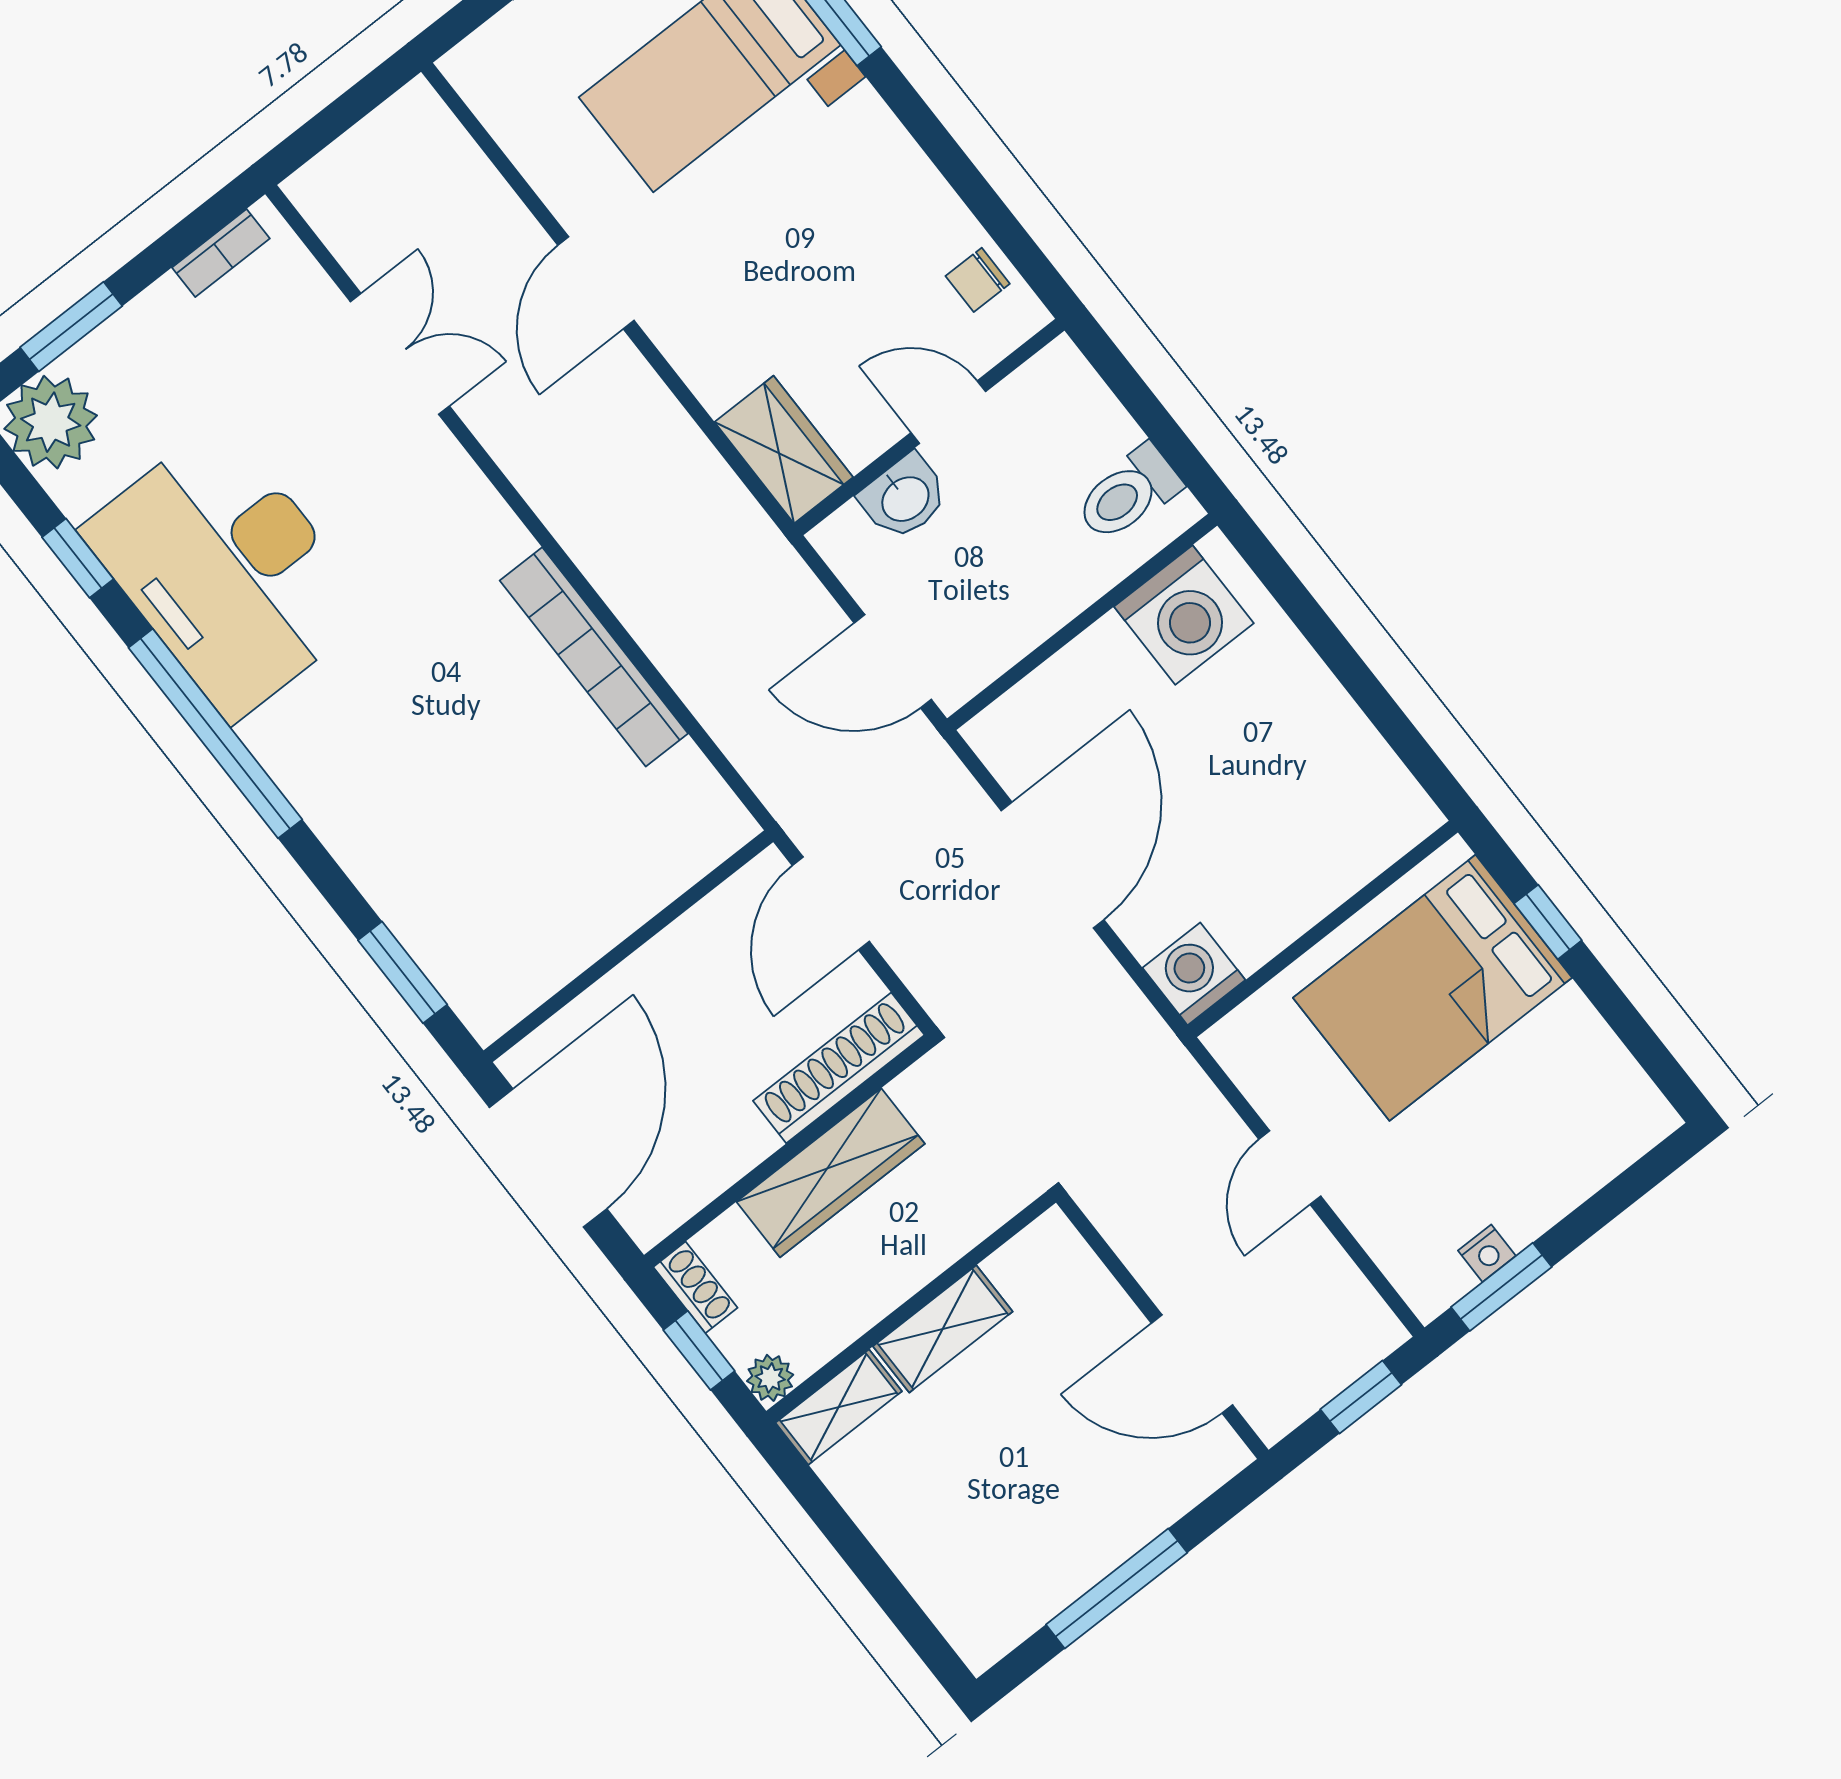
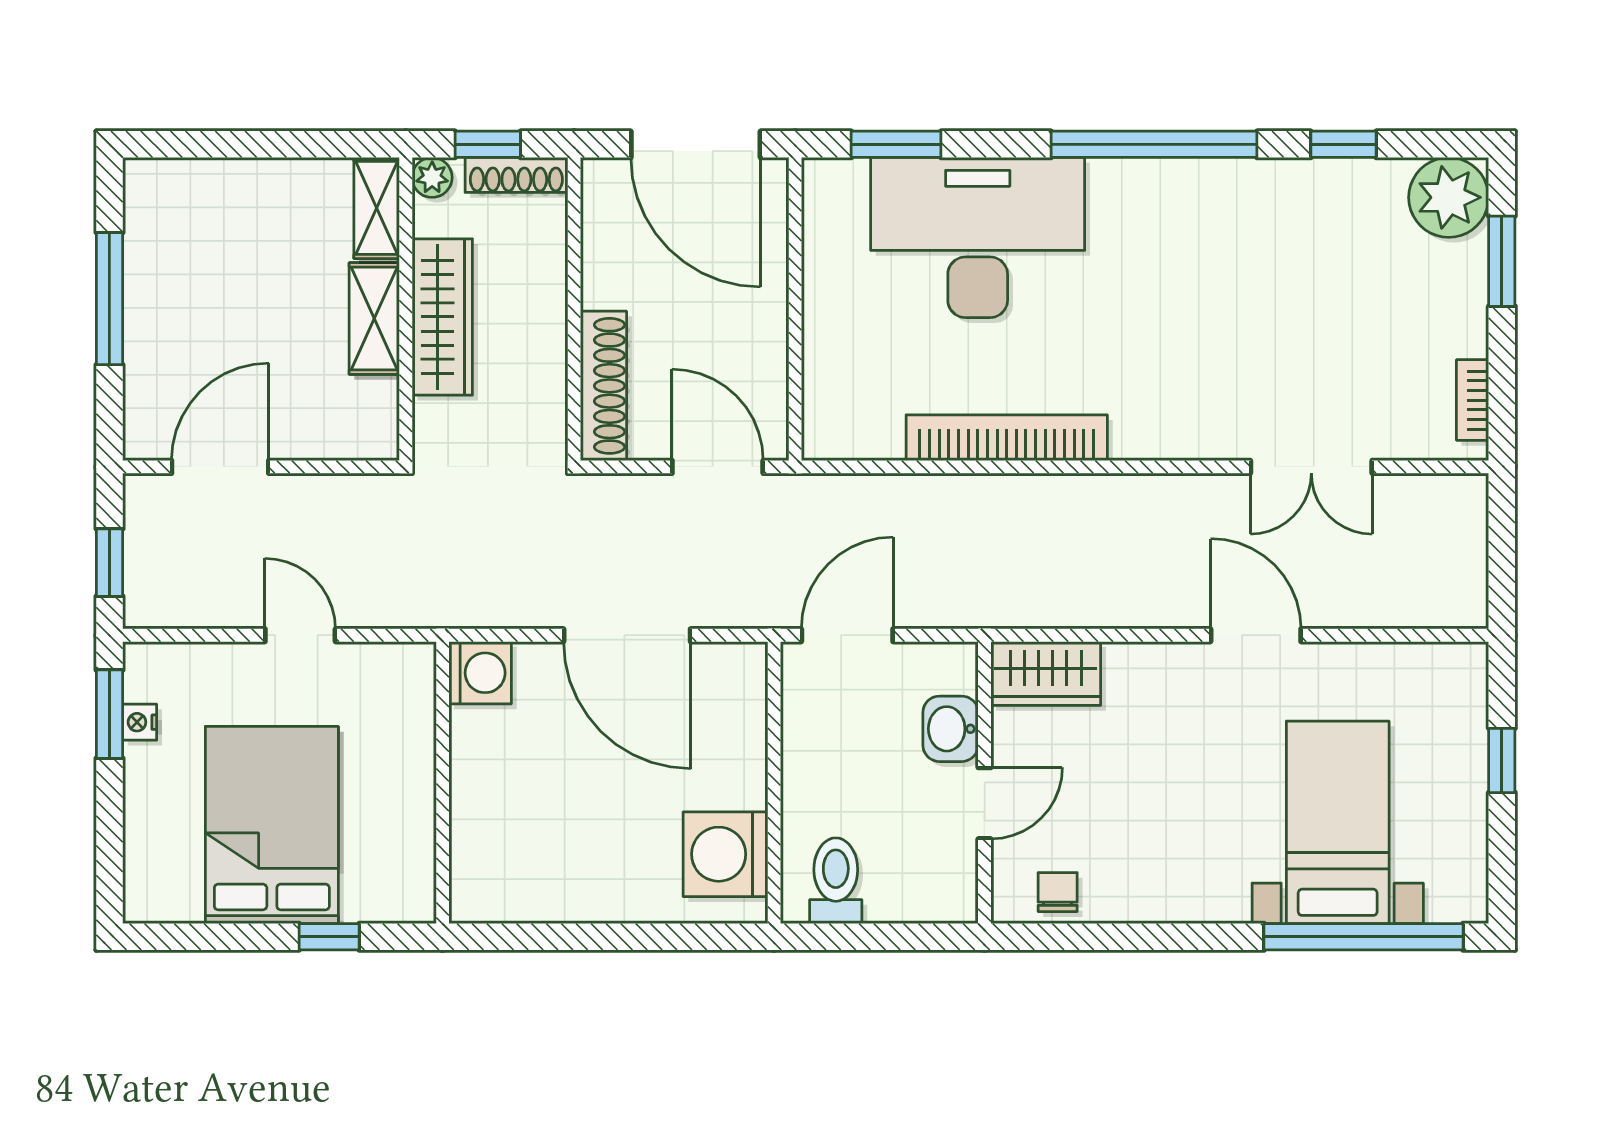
desk: (227, 571) -> (978, 238), moved
bed: (1433, 988) -> (272, 825), moved
wardrobe: (831, 1173) -> (442, 317), moved, turned 180
shoe rack: (695, 1287) -> (516, 175), width x1.43

